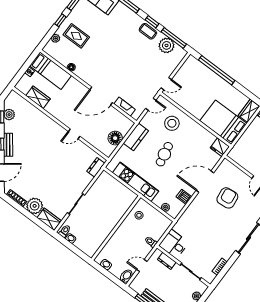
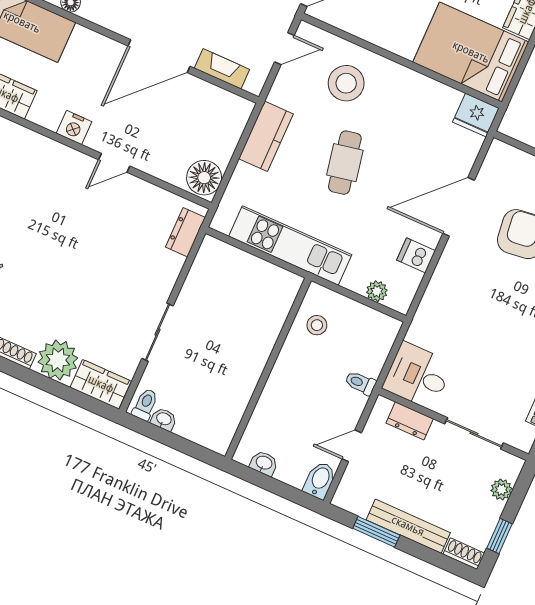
nightstand: (62, 116) -> (74, 127), added
floor lamp: (115, 138) -> (204, 178), moved

